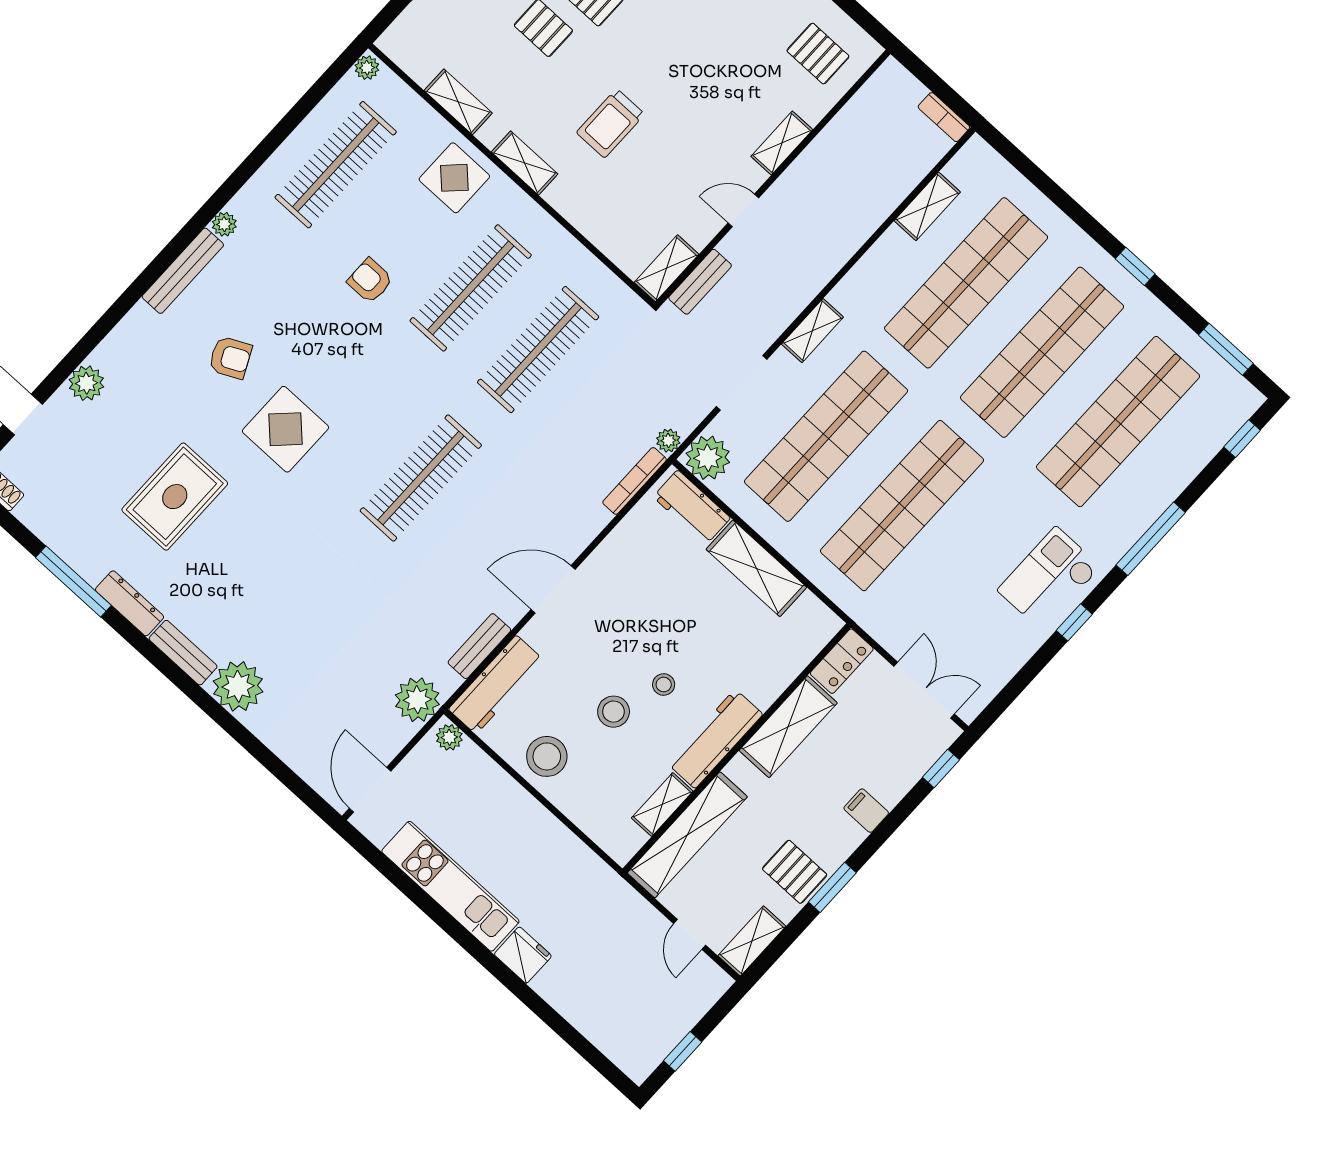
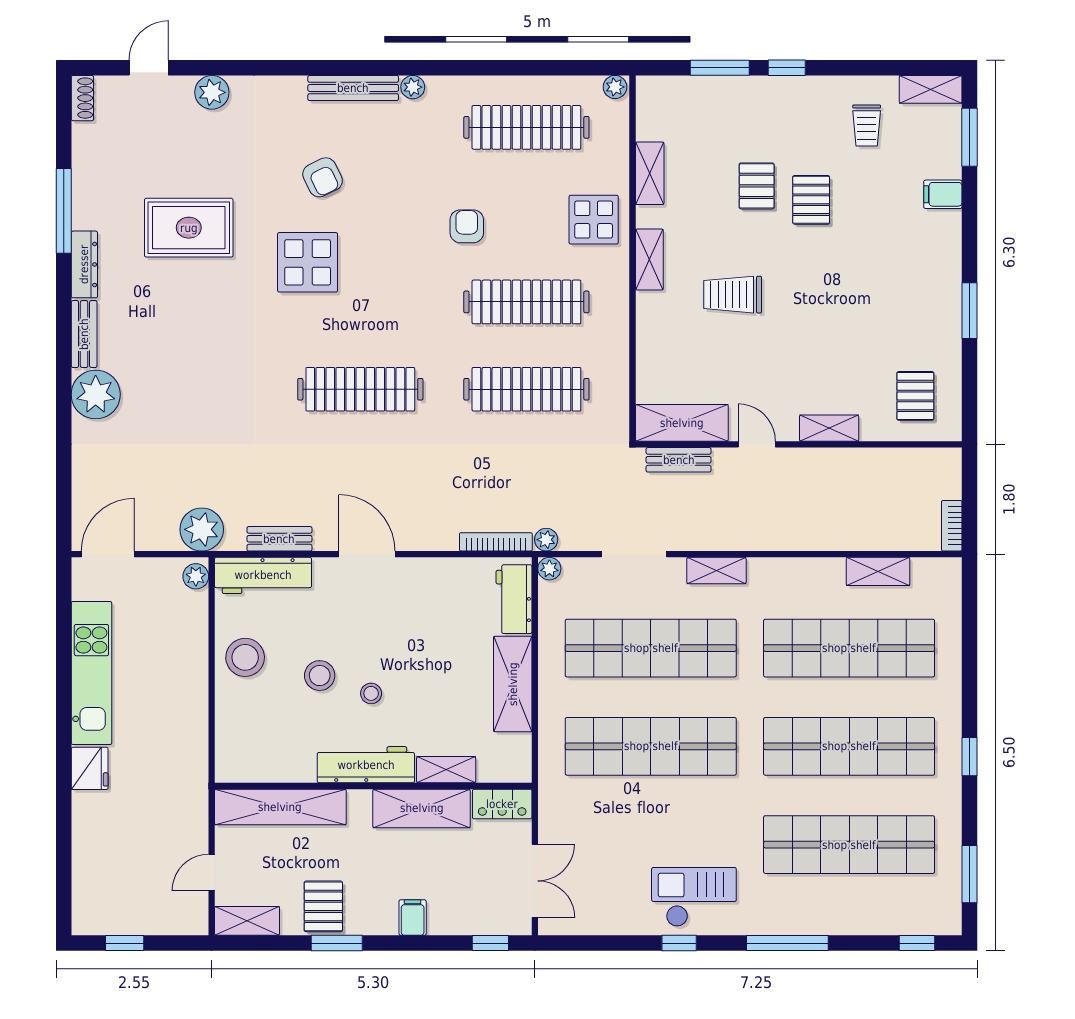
shelving: (666, 268) -> (682, 423), width x1.50, depth x1.33
plant: (708, 458) -> (549, 569), width x0.53, depth x0.53
shelving: (662, 805) -> (446, 770), moved

